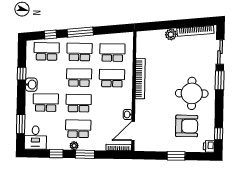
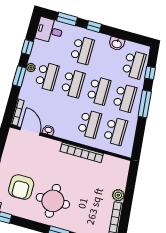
window: (22, 74) -> (94, 27), moved
washbasin: (31, 85) -> (117, 44), moved

